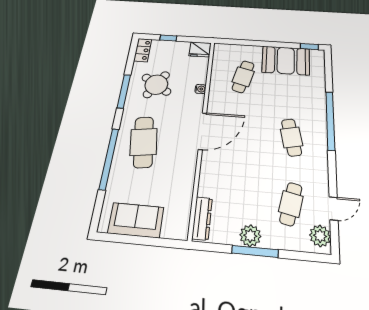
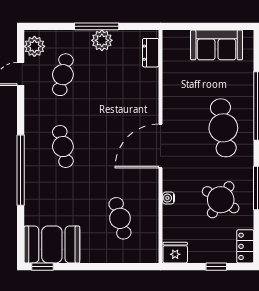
booth: (286, 60) -> (52, 244), moved
cafe table: (243, 77) -> (120, 218), turned -30
dresser: (202, 218) -> (151, 53), width x0.70

